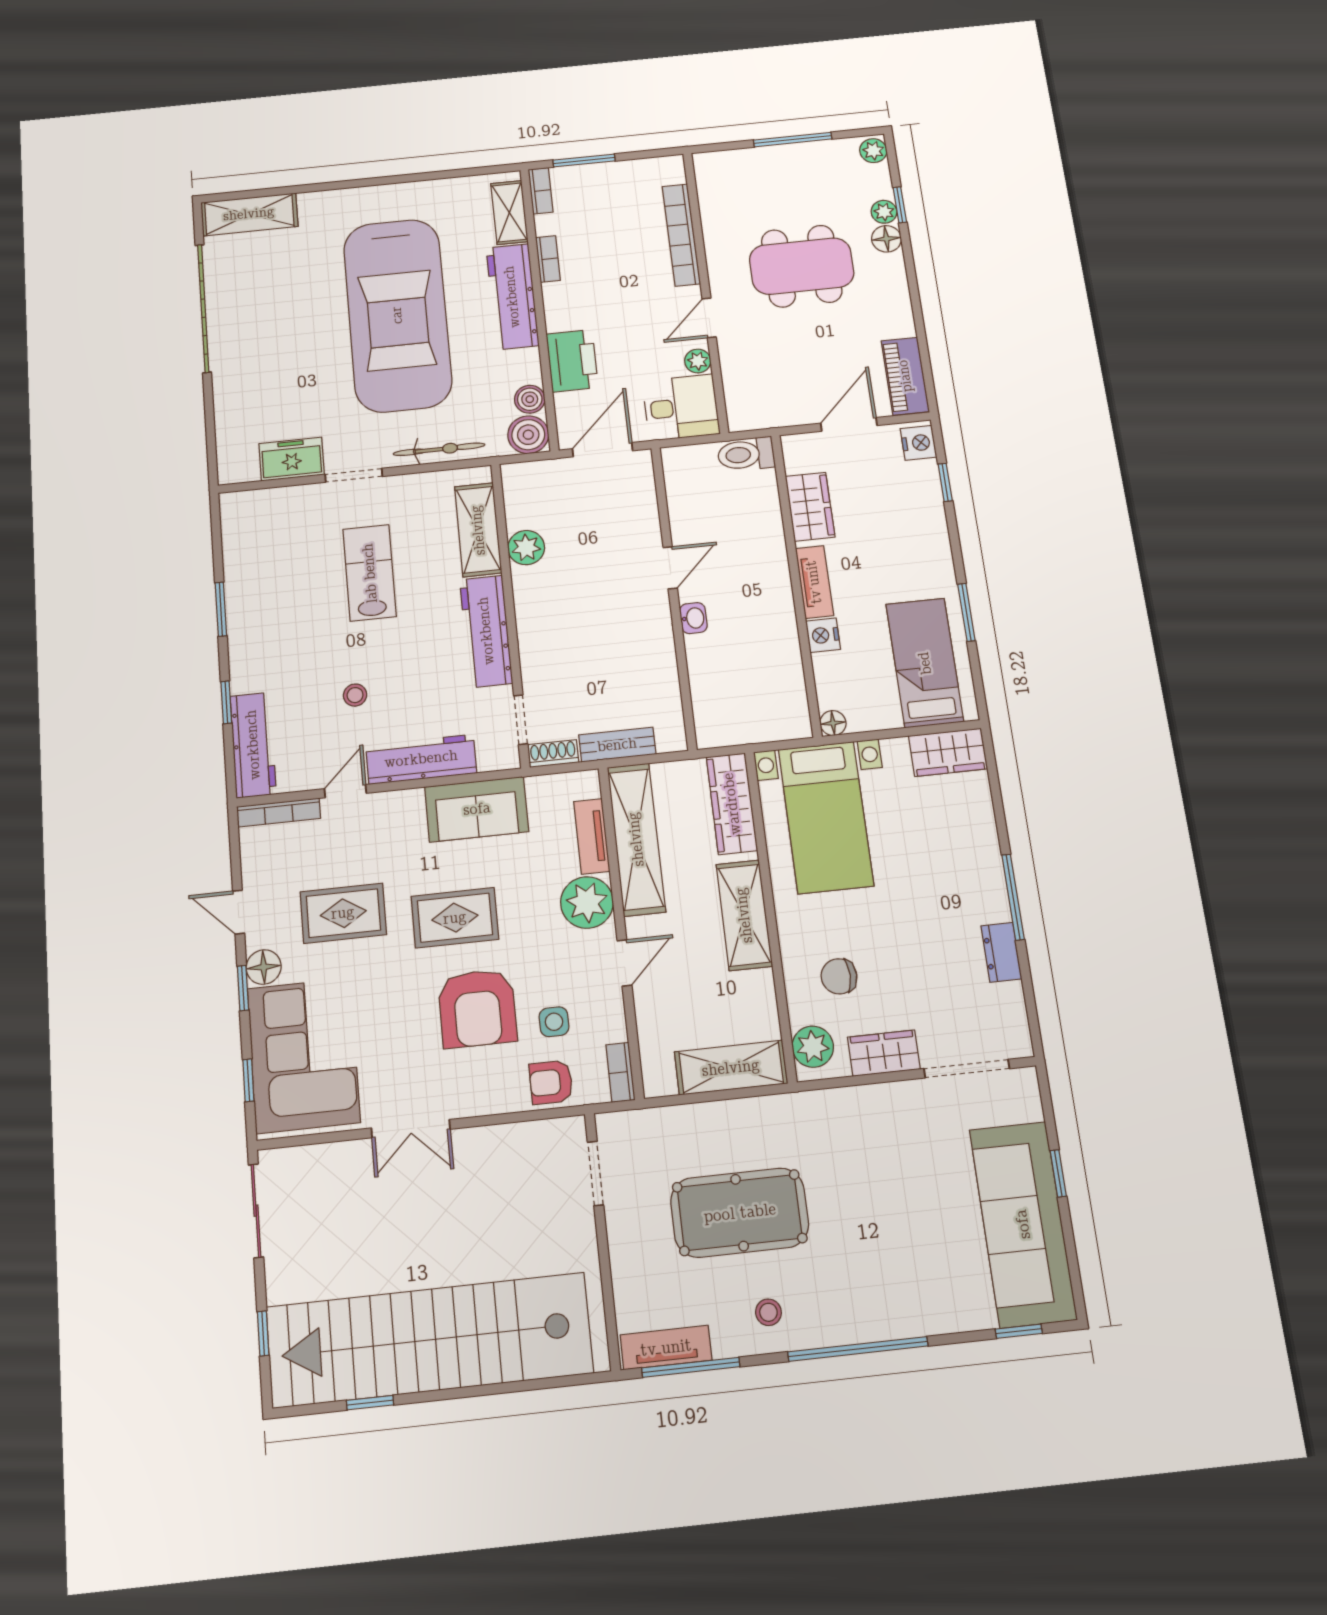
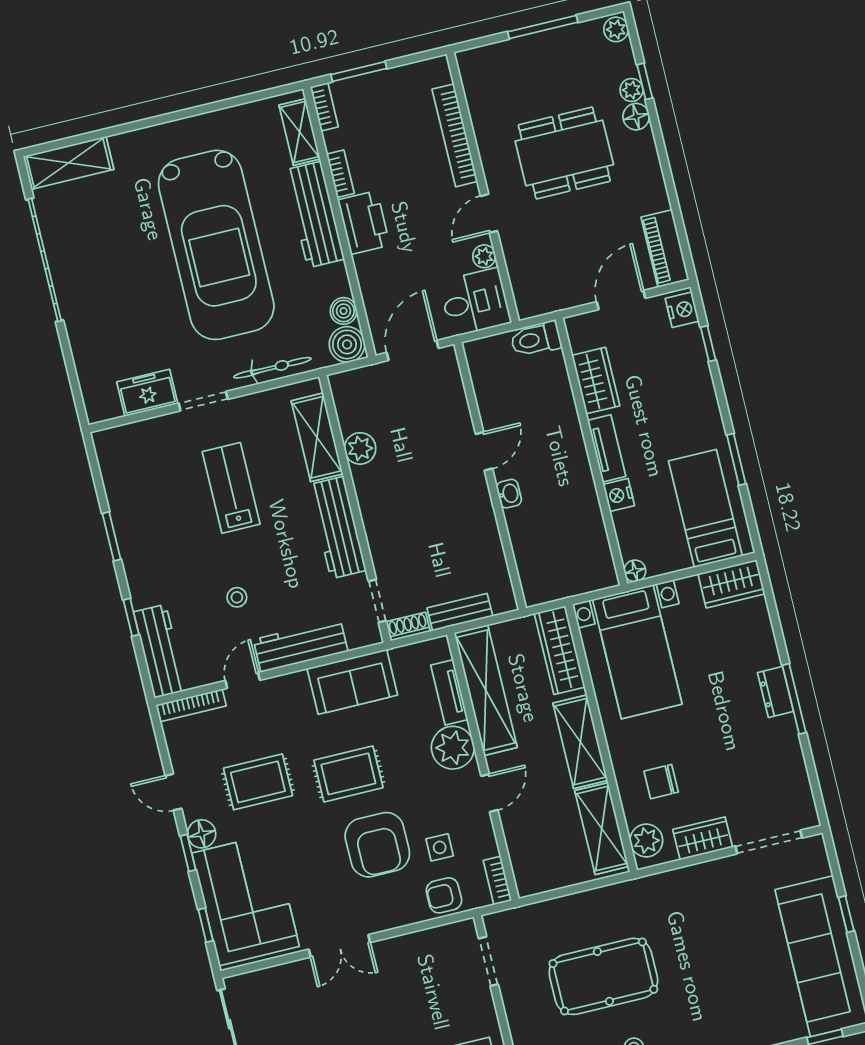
printer: (572, 361) -> (364, 223), moved
dresser: (1001, 952) -> (775, 692), moved
shelving: (731, 1068) -> (602, 829), moved, turned 90

